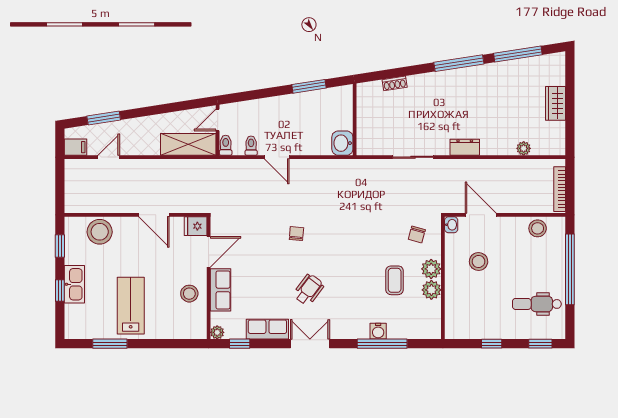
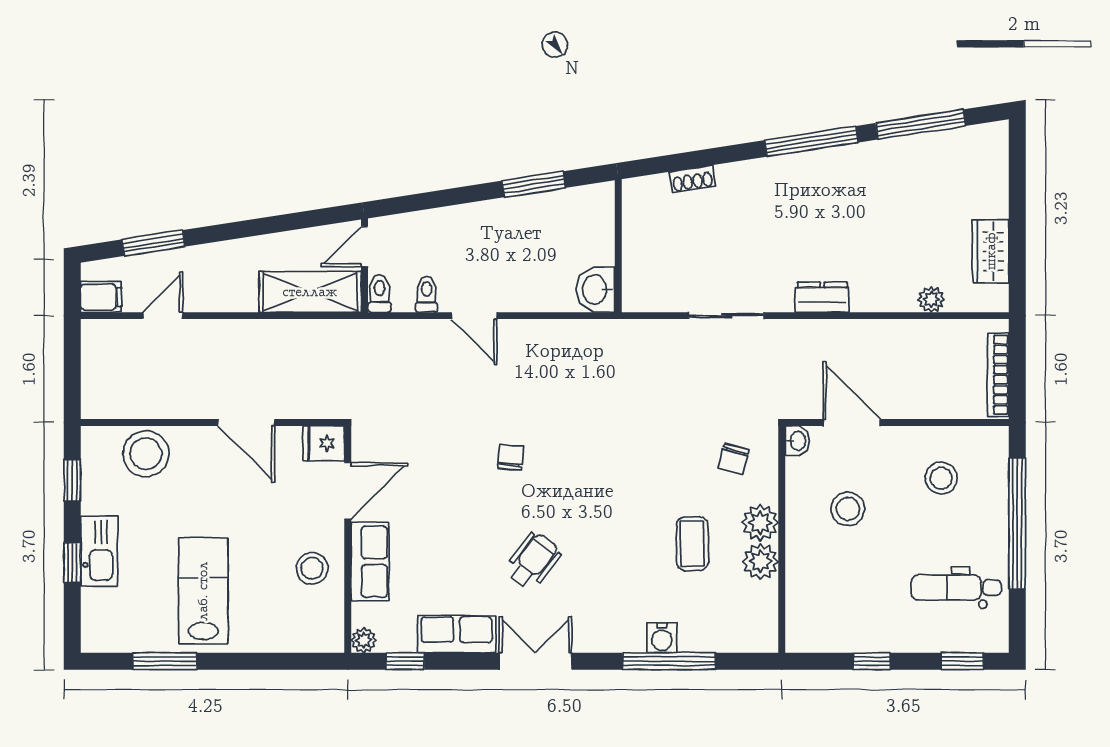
wardrobe: (556, 103) -> (991, 251), moved
stool: (538, 228) -> (941, 478), moved

